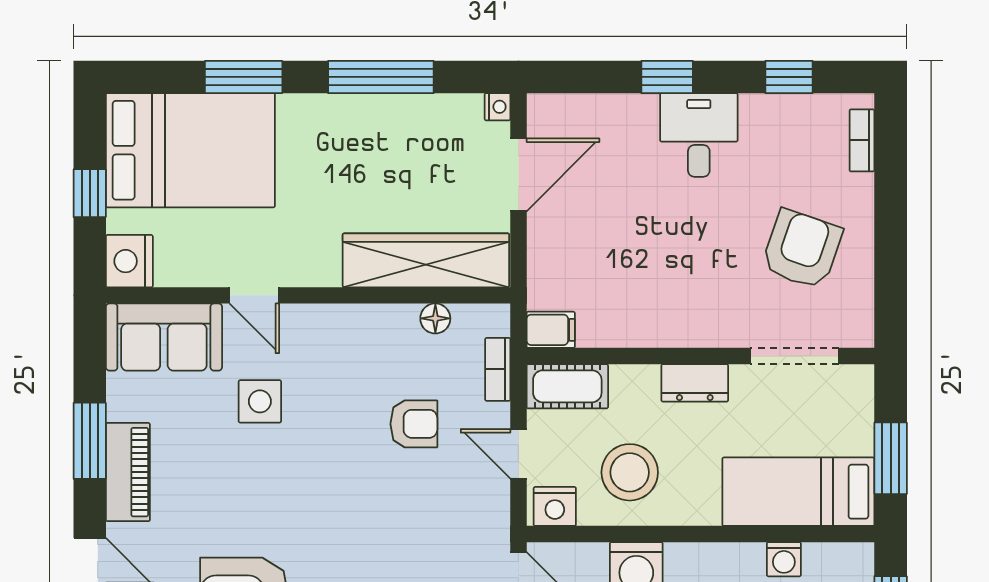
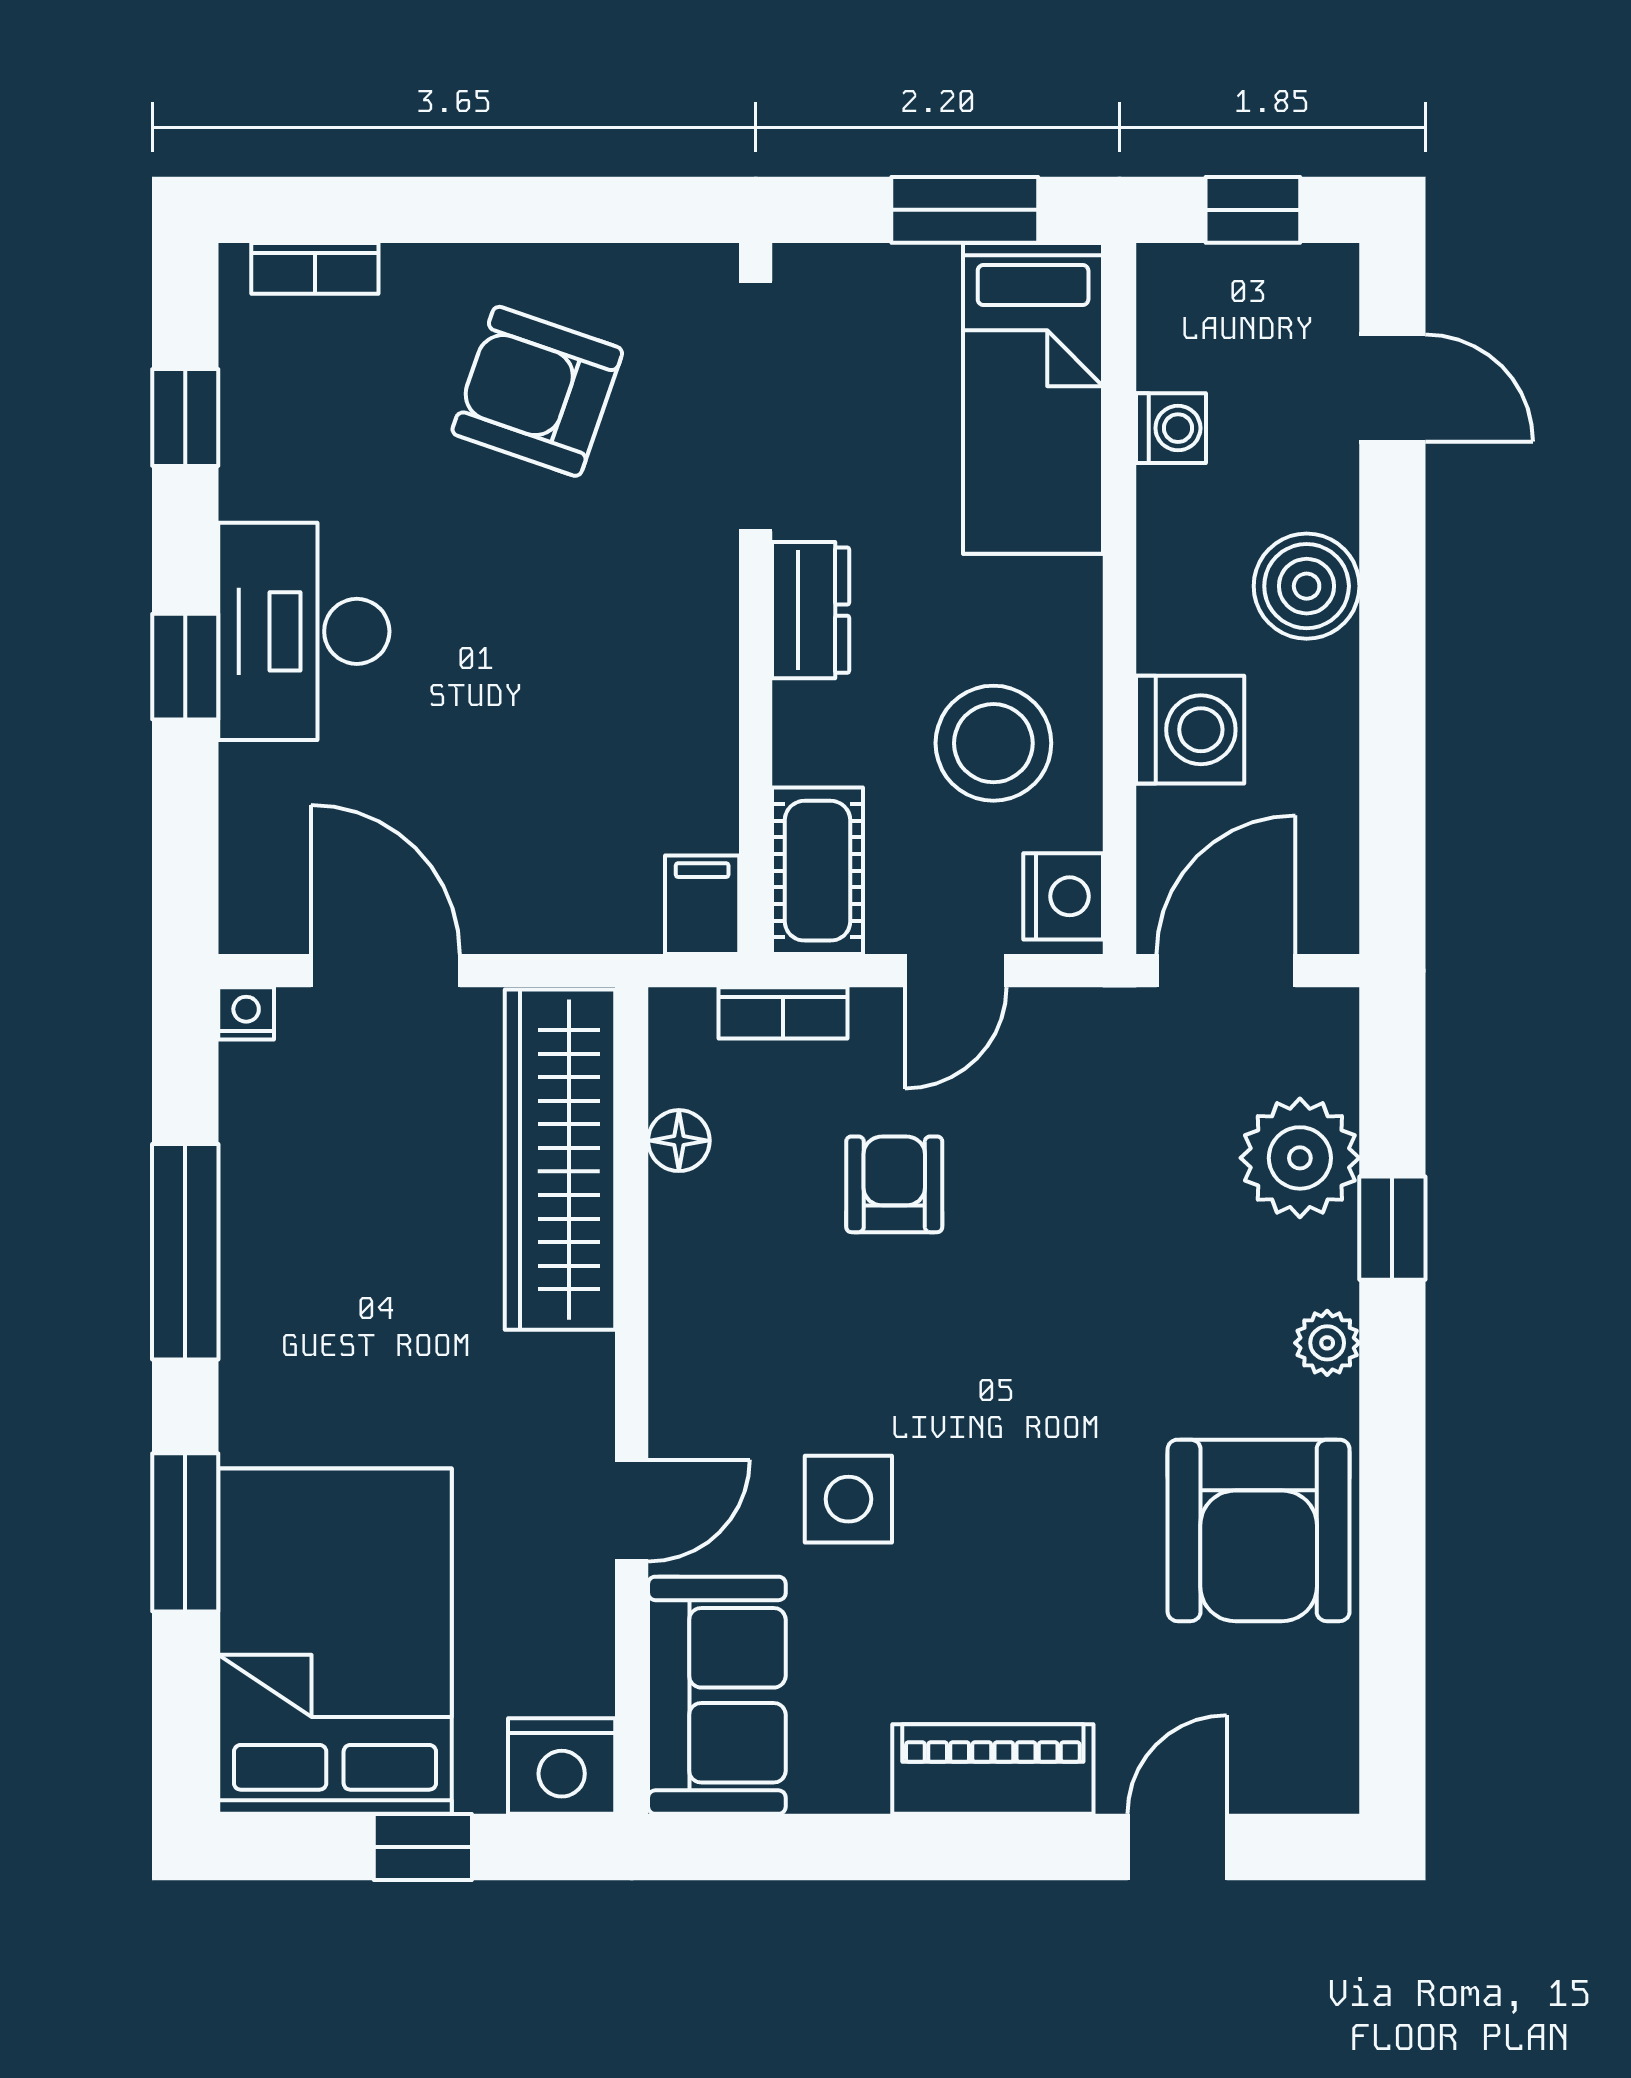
desk: (699, 135) -> (304, 631), width x1.37
doorway: (795, 356) -> (756, 406), width x1.36
window: (90, 441) -> (929, 1847), removed

